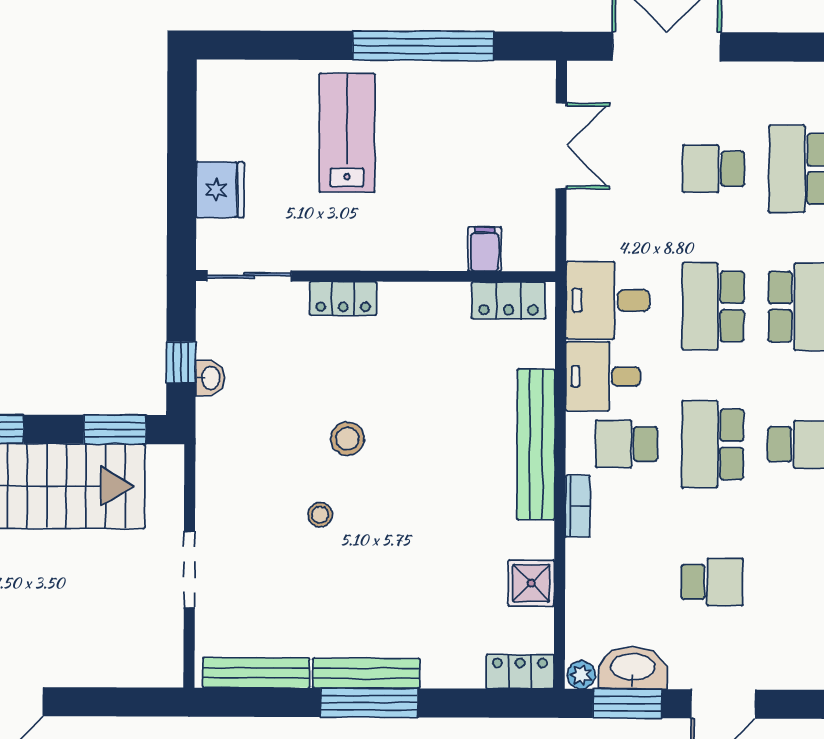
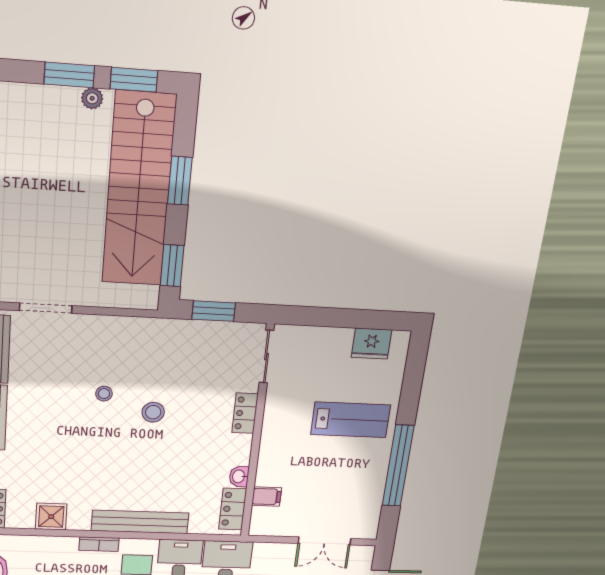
fridge: (220, 190) -> (371, 344), moved
window: (181, 362) -> (214, 311), width x1.50
washbasin: (210, 378) -> (239, 476), moved, turned 90
doorway: (189, 570) -> (46, 308), moved

